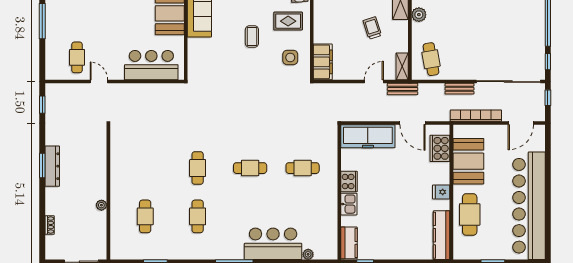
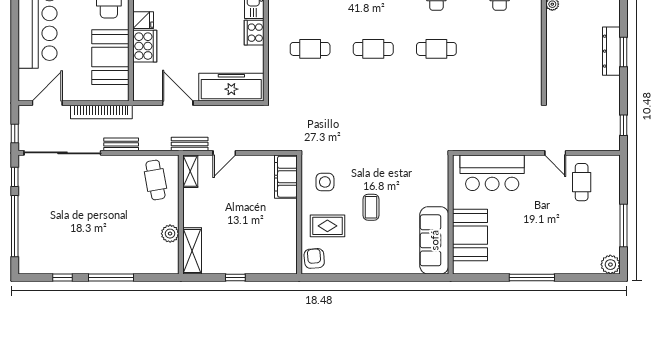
trolley: (372, 28) -> (226, 217), removed
cooker: (440, 148) -> (145, 46), moved
cafe table: (198, 168) -> (436, 49), turned 90

